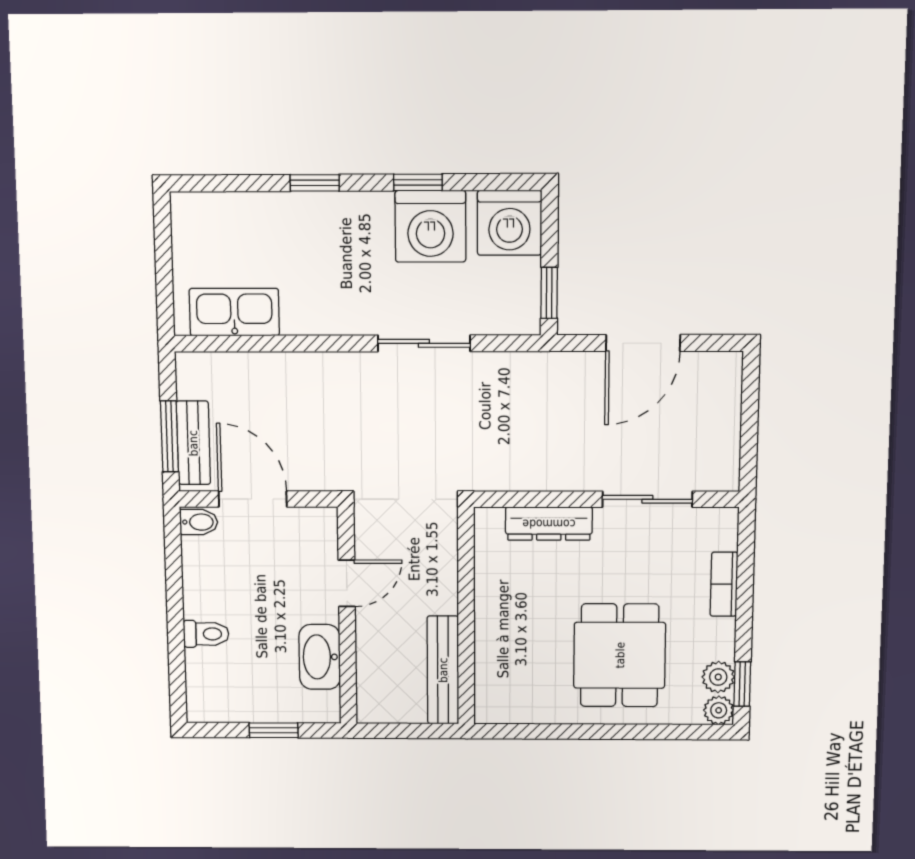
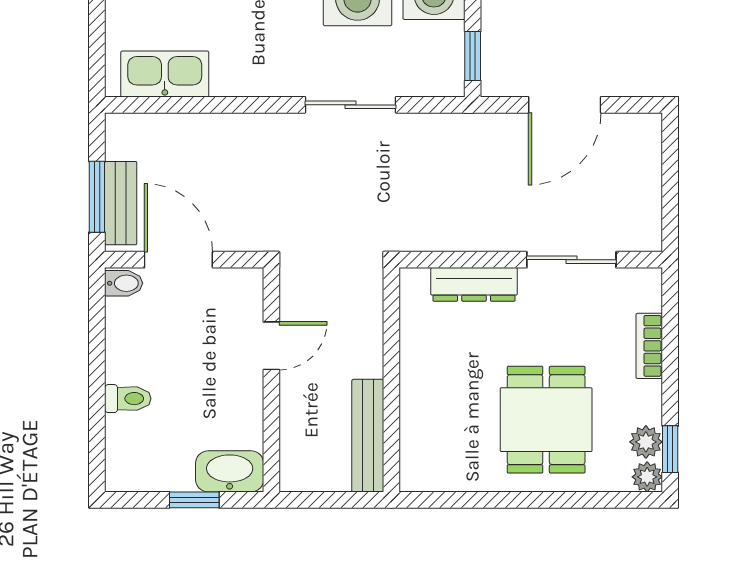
washbasin: (320, 657) -> (230, 471), moved, turned 90

